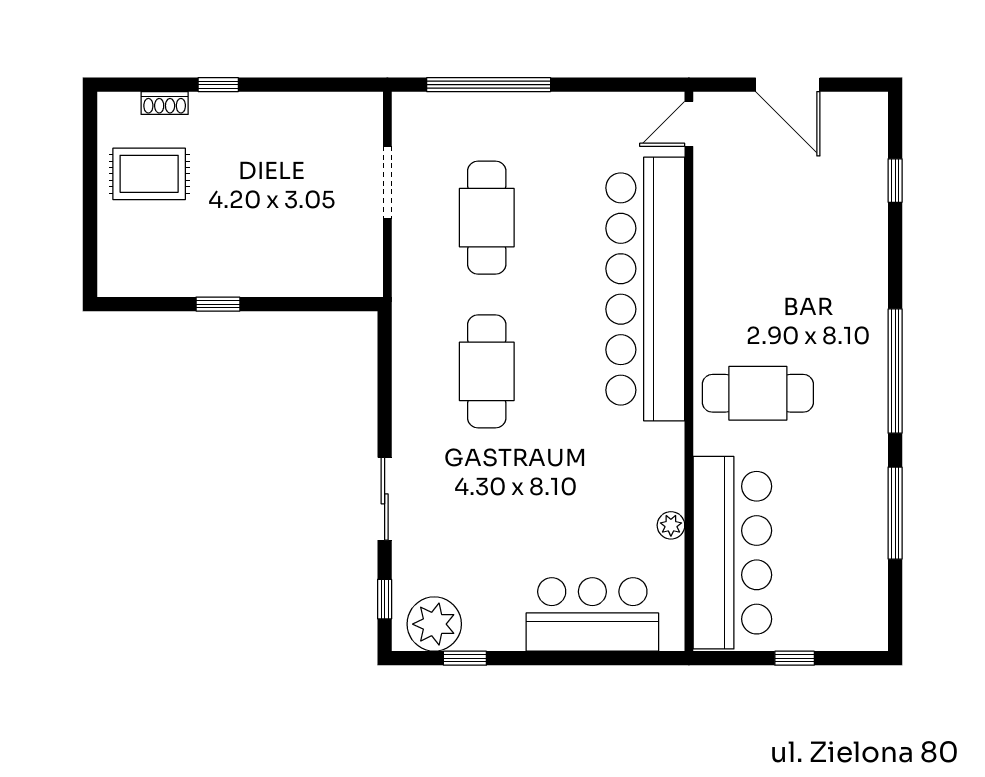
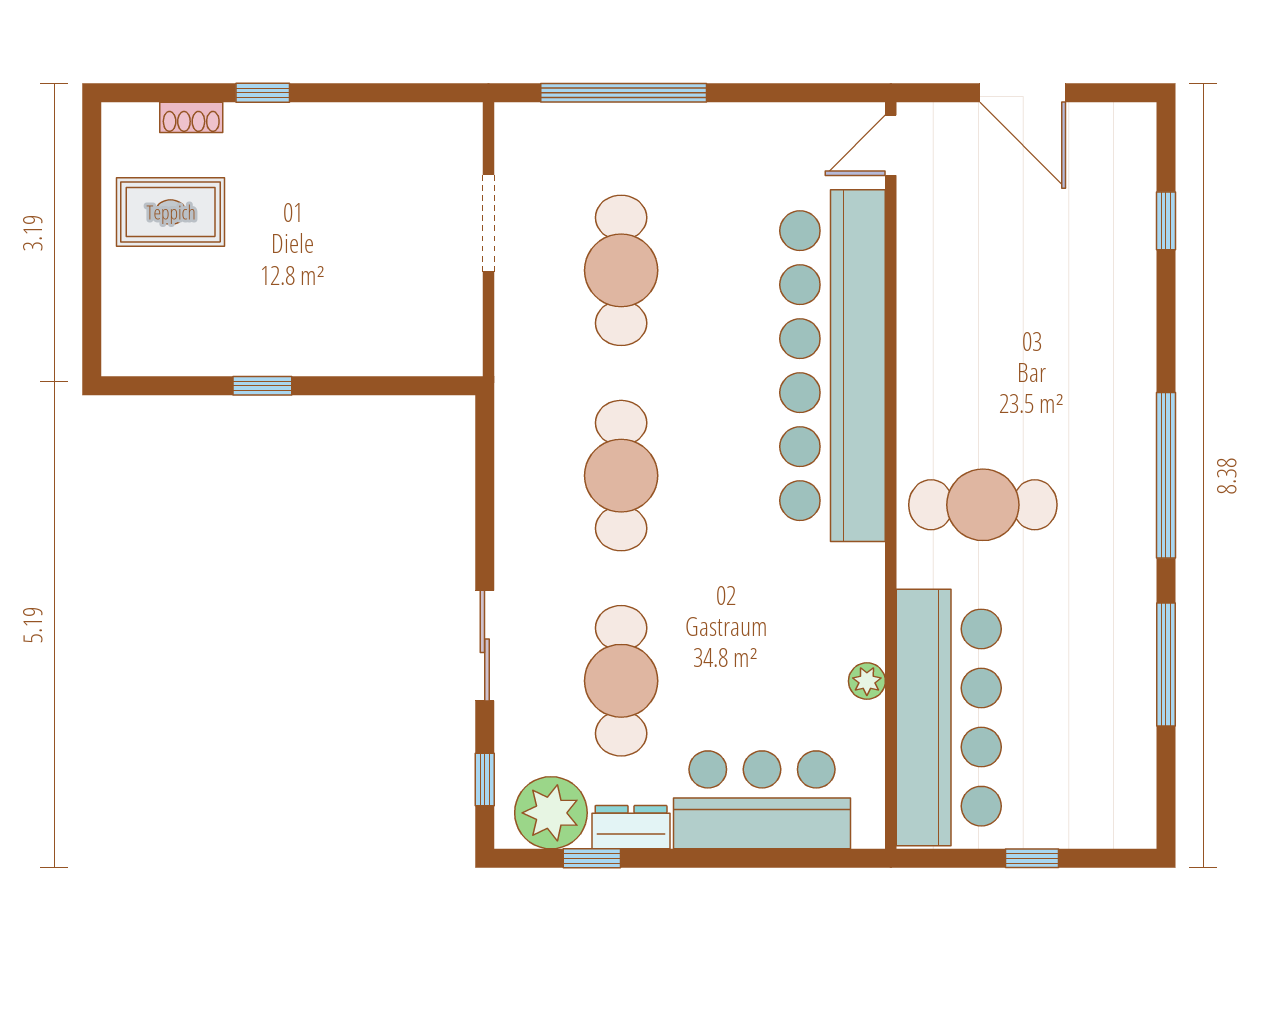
cafe table: (487, 525) -> (621, 681), added
dresser: (494, 635) -> (631, 827), added

